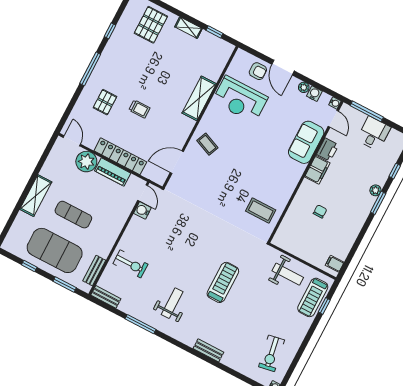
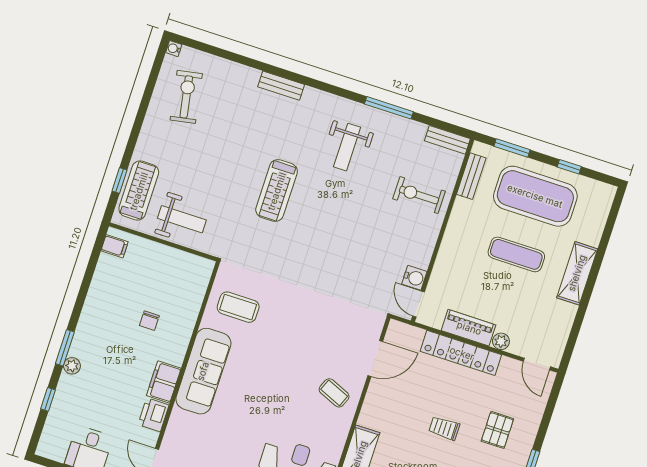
sofa: (306, 142) -> (203, 371), moved, width x1.36
plant: (86, 162) -> (501, 341), width x0.53, depth x0.53
weight bench: (288, 274) -> (182, 219), turned 180

